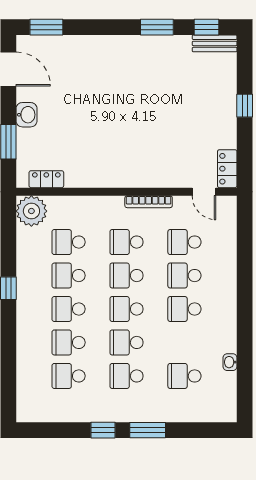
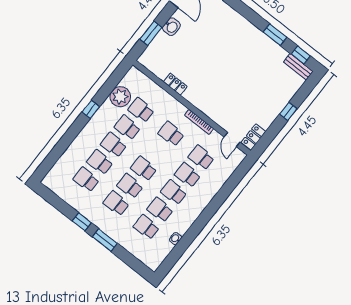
locker: (46, 179) -> (175, 84), moved
plant: (31, 211) -> (120, 97), moved
school desk: (127, 276) -> (160, 210), moved

